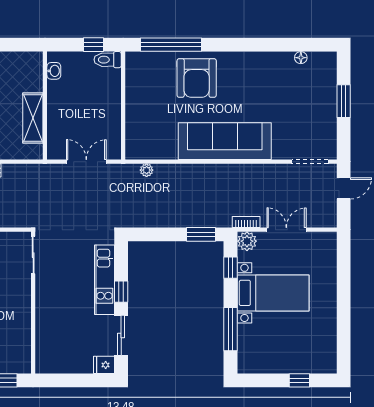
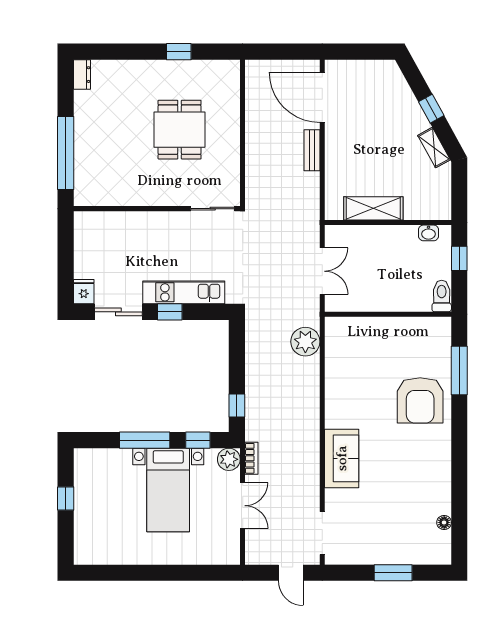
window: (94, 45) -> (459, 258), moved
window: (171, 45) -> (459, 370), width x0.68
armchair: (197, 78) -> (420, 400), turned -90
sofa: (225, 141) -> (342, 458), width x0.54, depth x0.79
plant: (147, 170) -> (305, 342), width x1.88, depth x1.88
window: (201, 234) -> (237, 406), width x0.67
window: (231, 329) -> (145, 440), moved
window: (299, 380) -> (66, 499), moved

